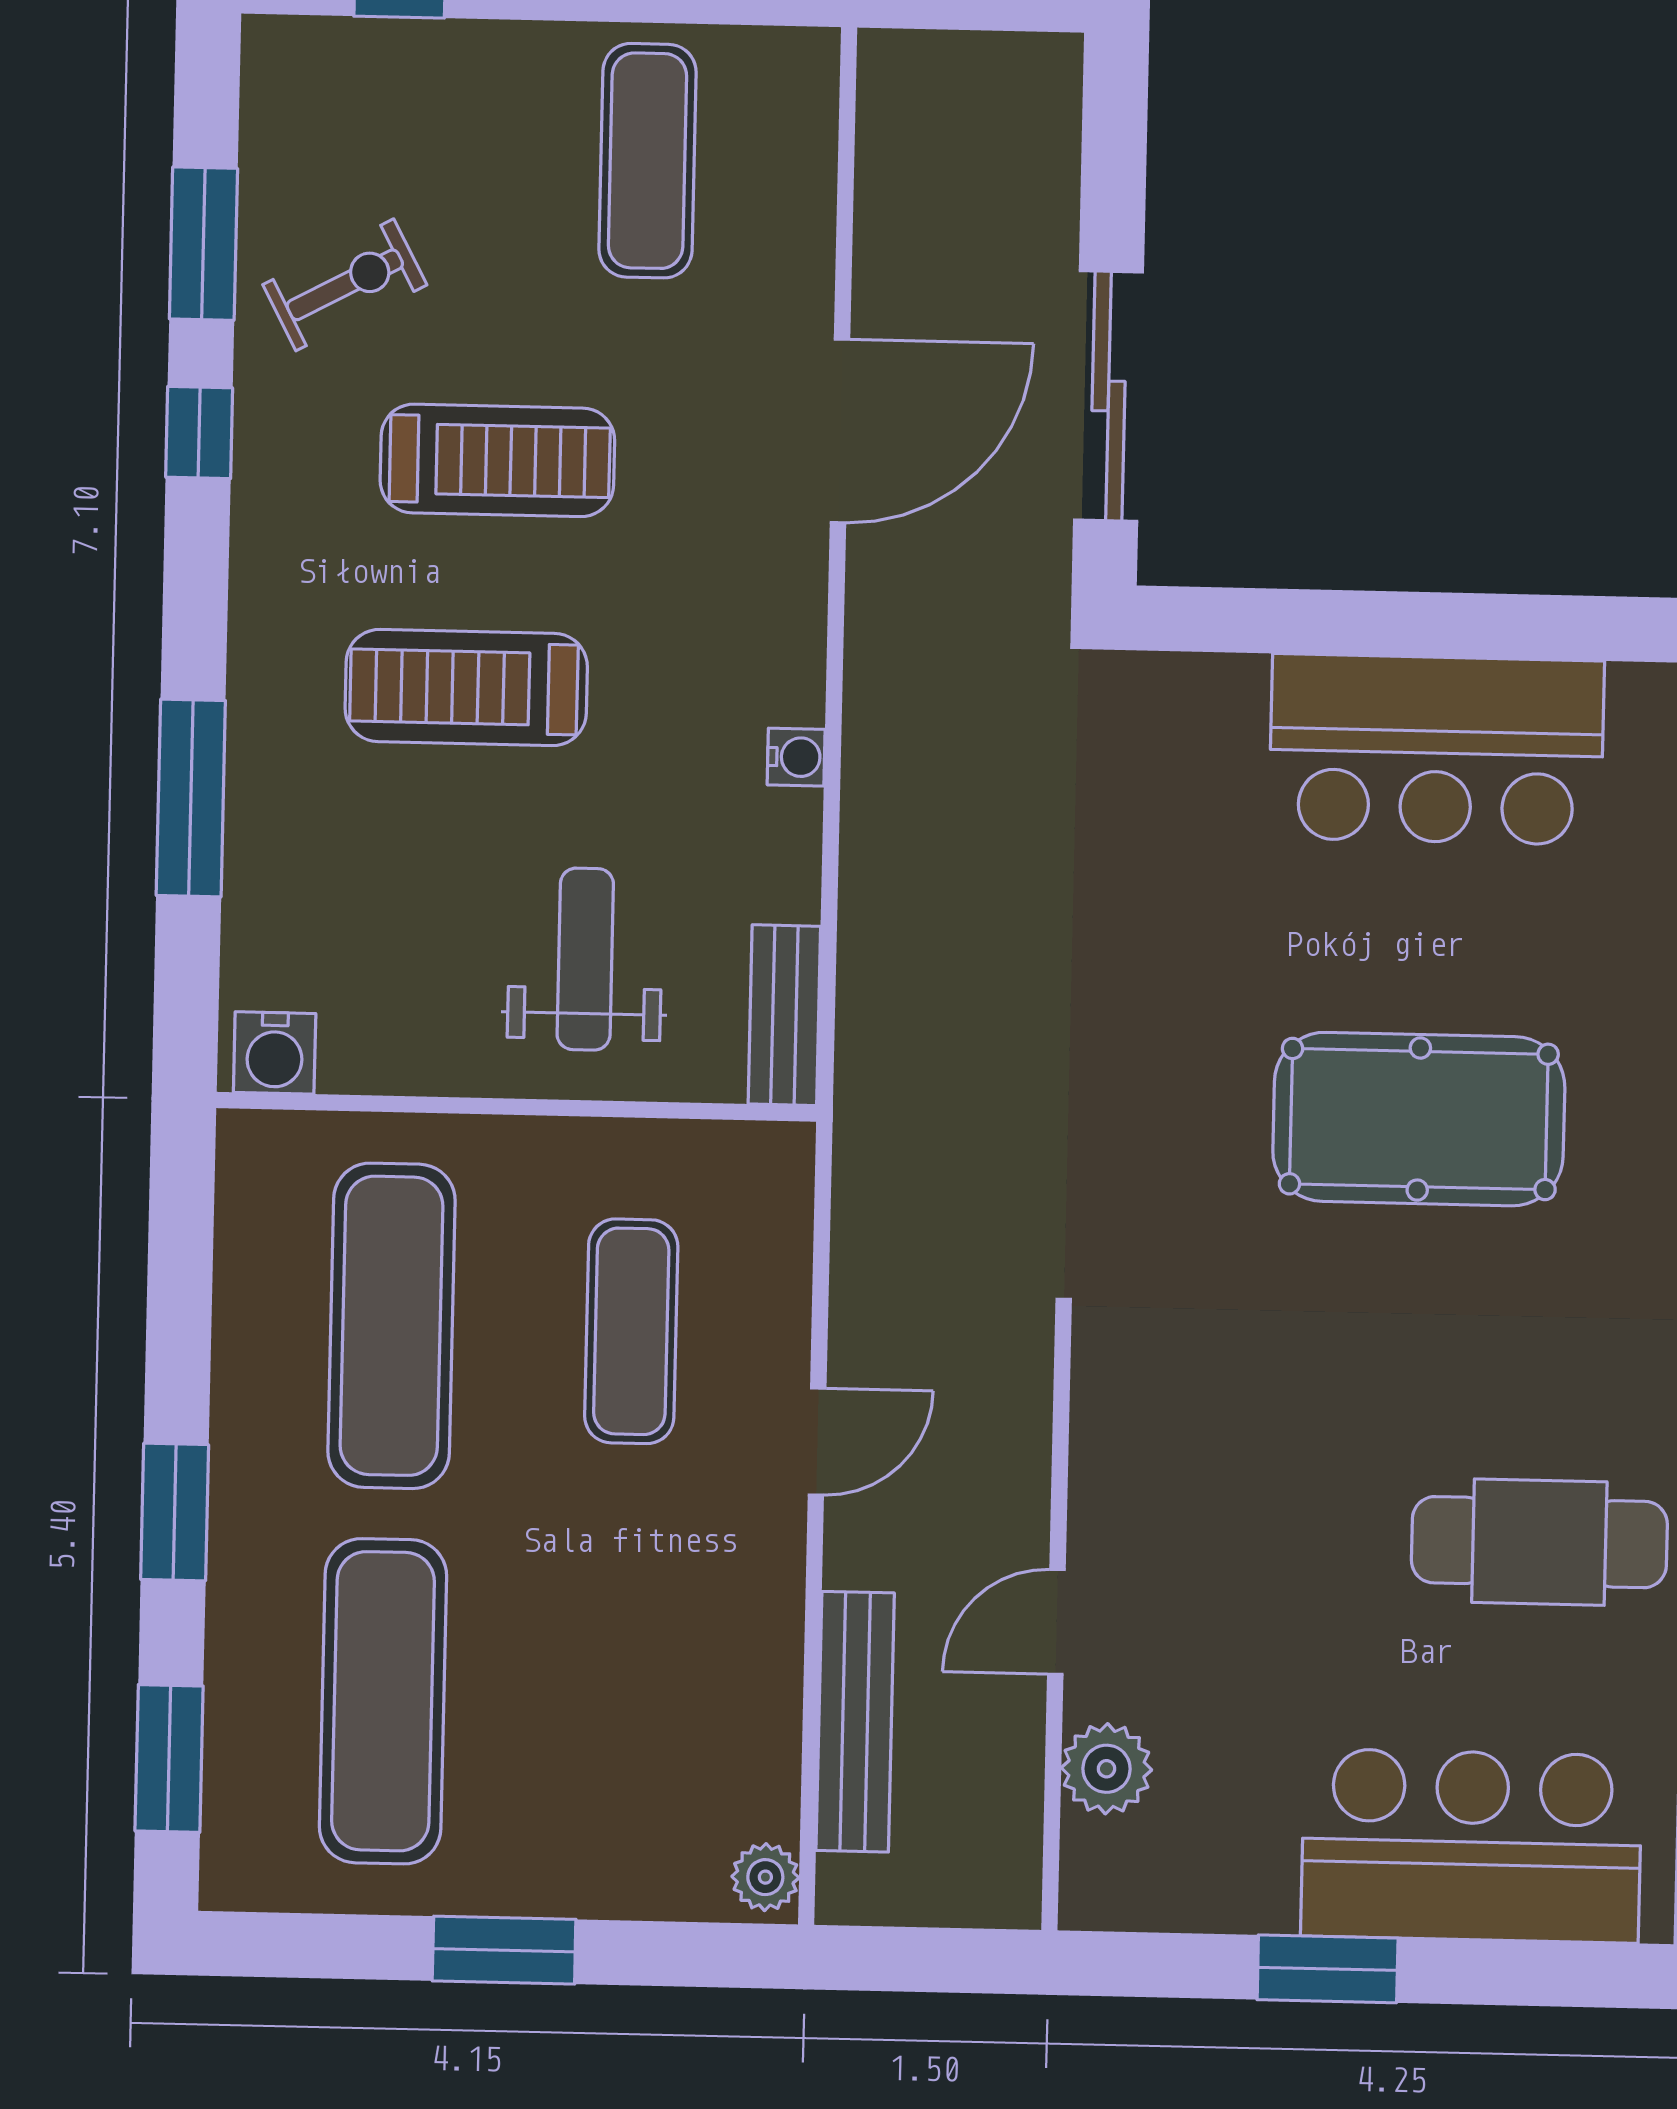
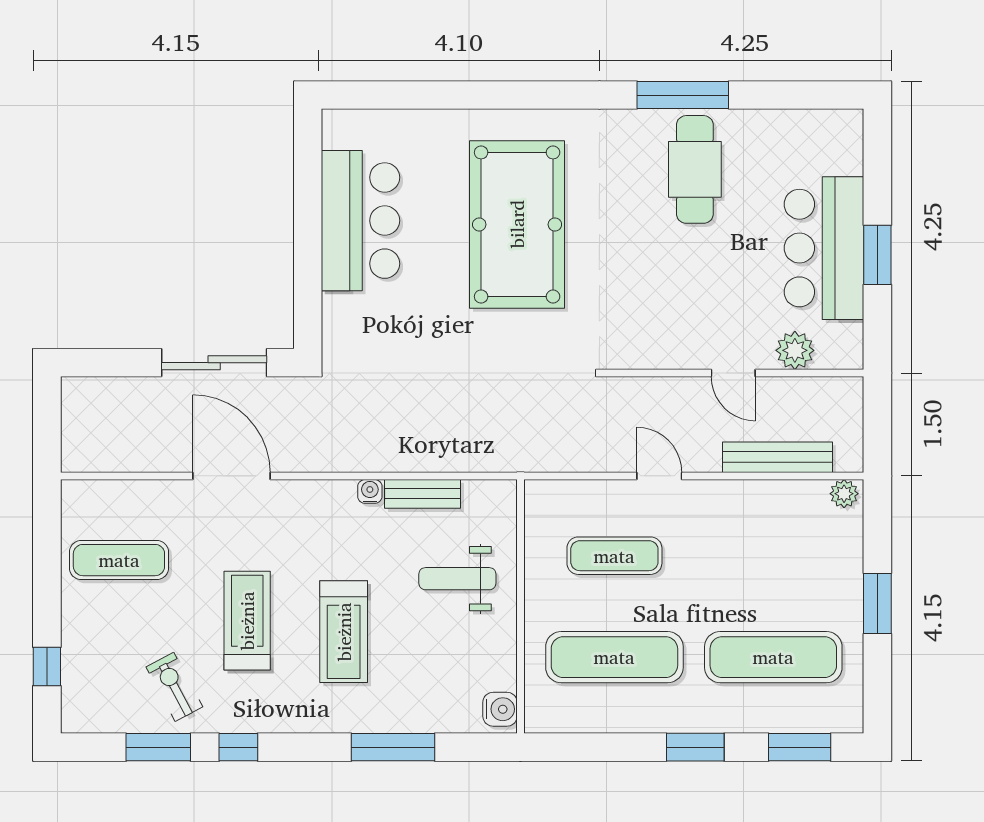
bench: (784, 1015) -> (423, 494), moved
pool table: (1419, 1119) -> (517, 224), width x1.36, depth x1.32
bar counter: (1471, 1846) -> (824, 248), moved

